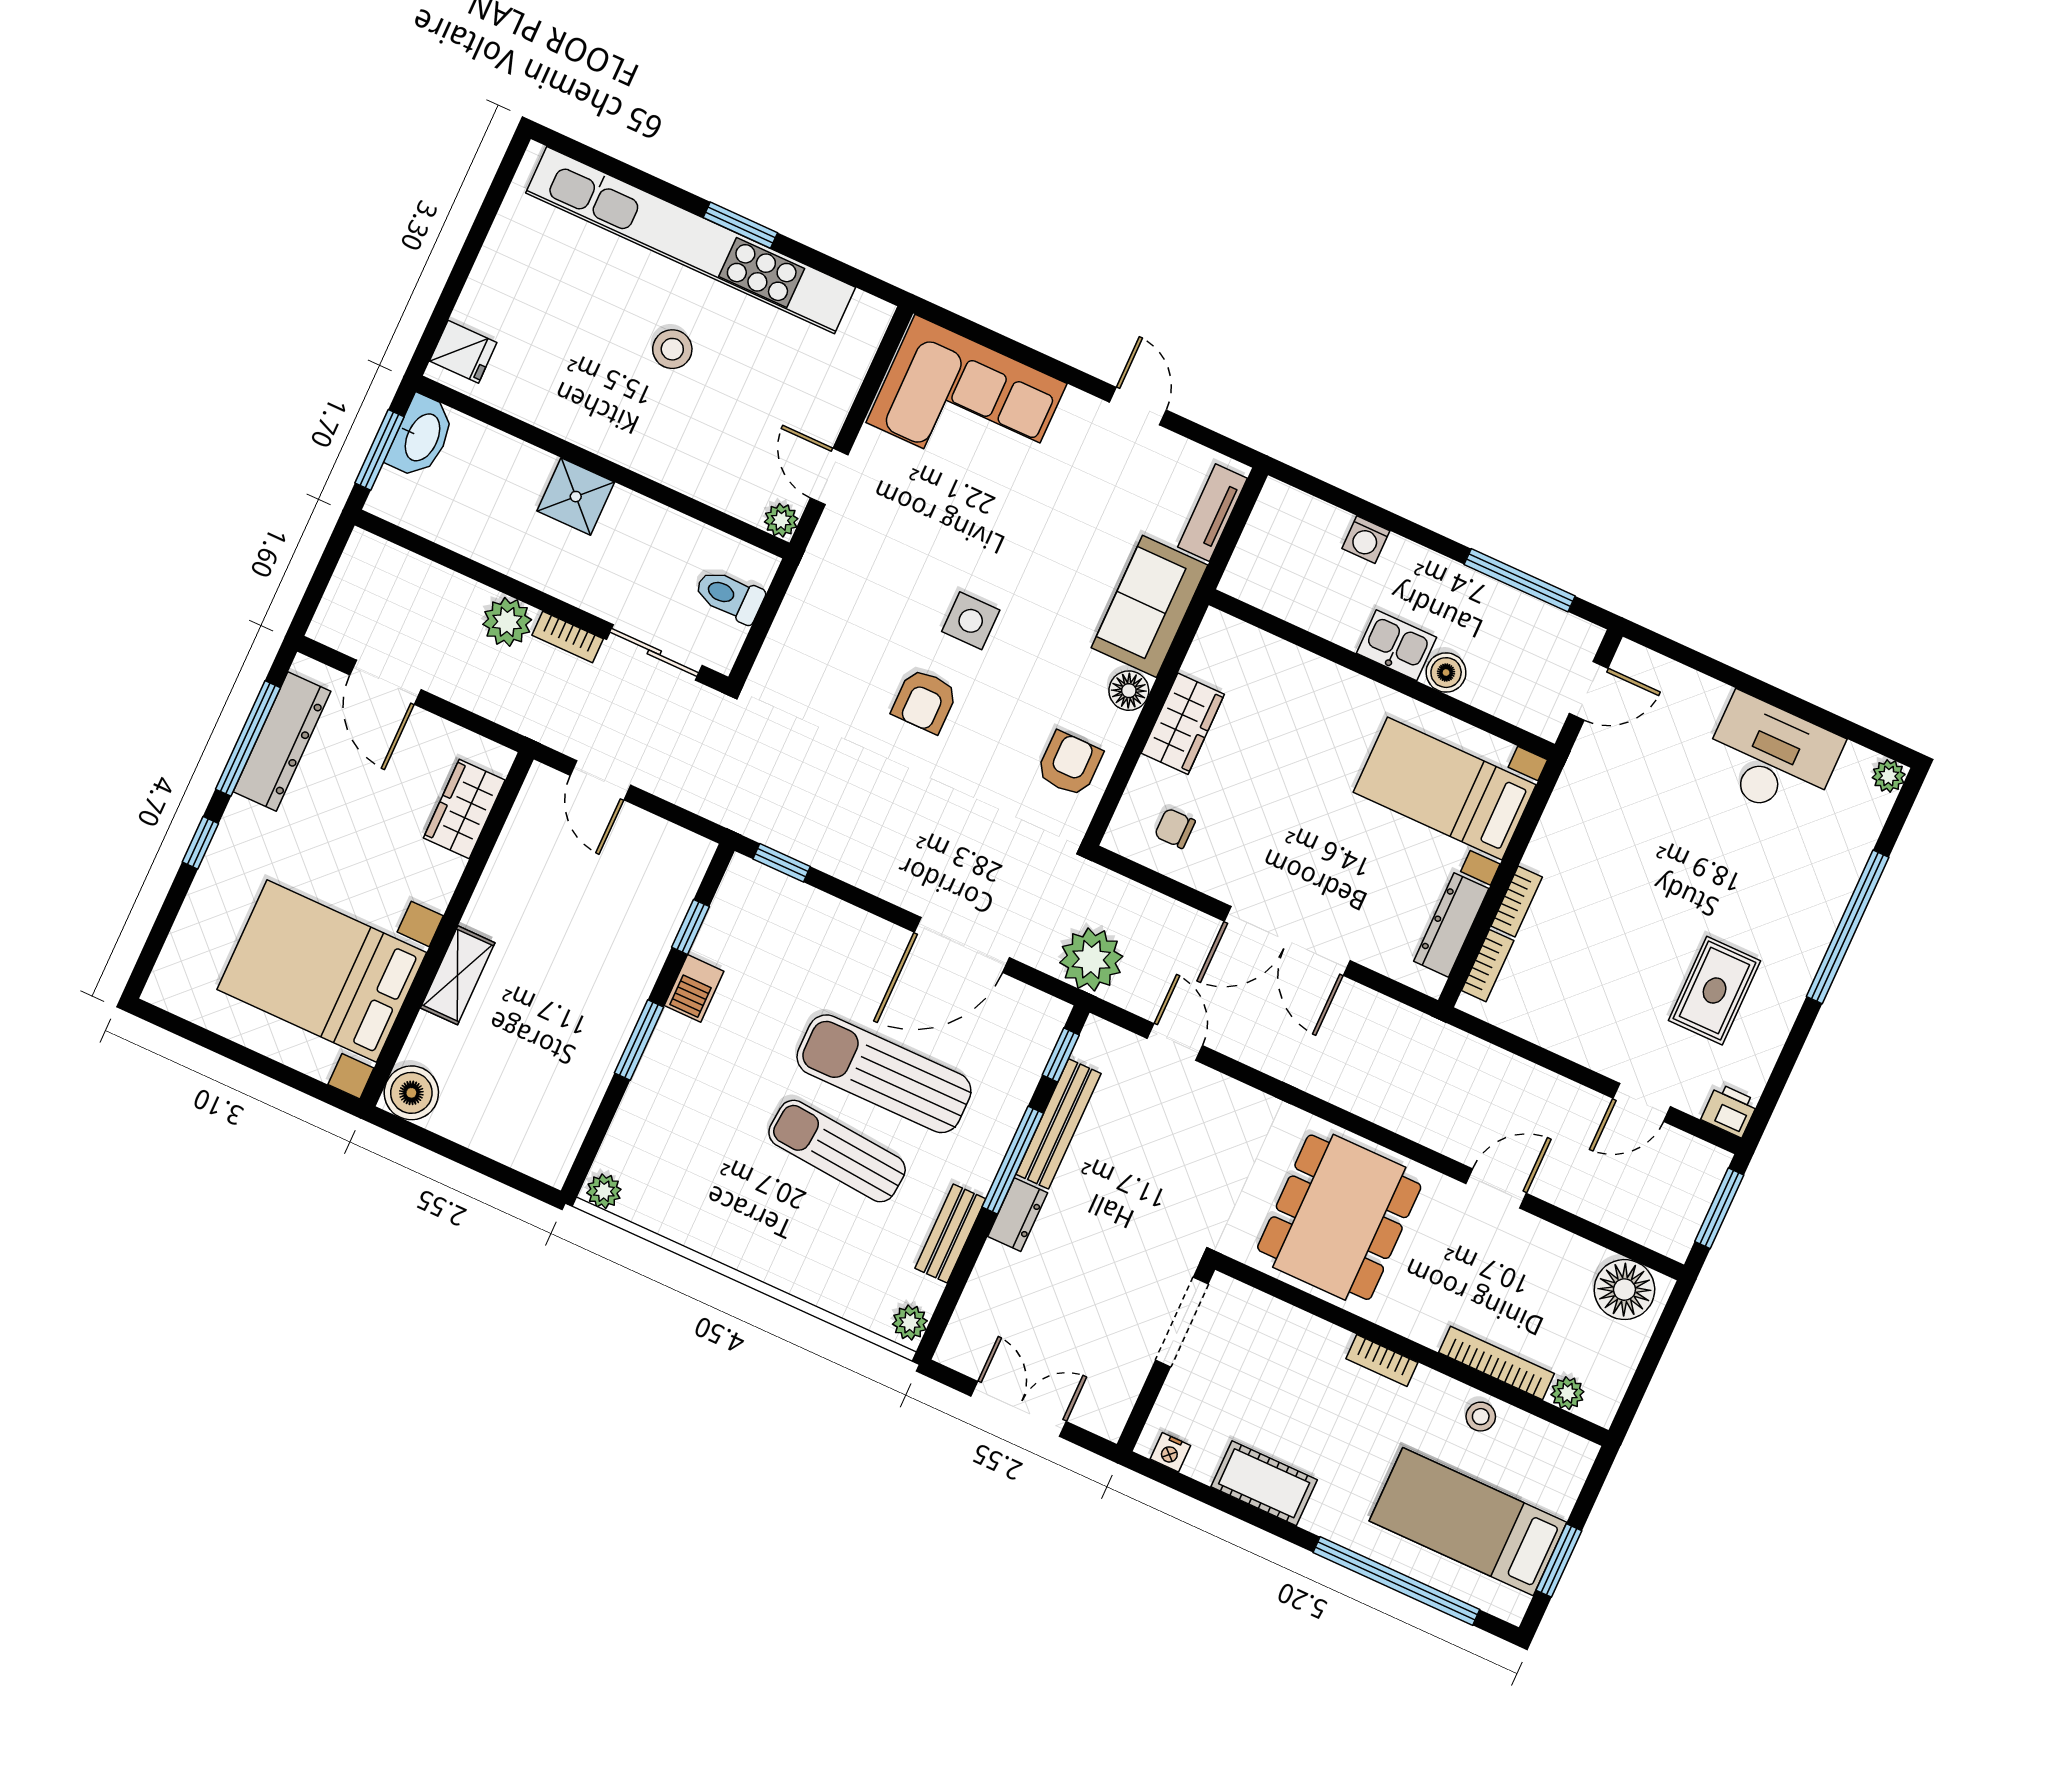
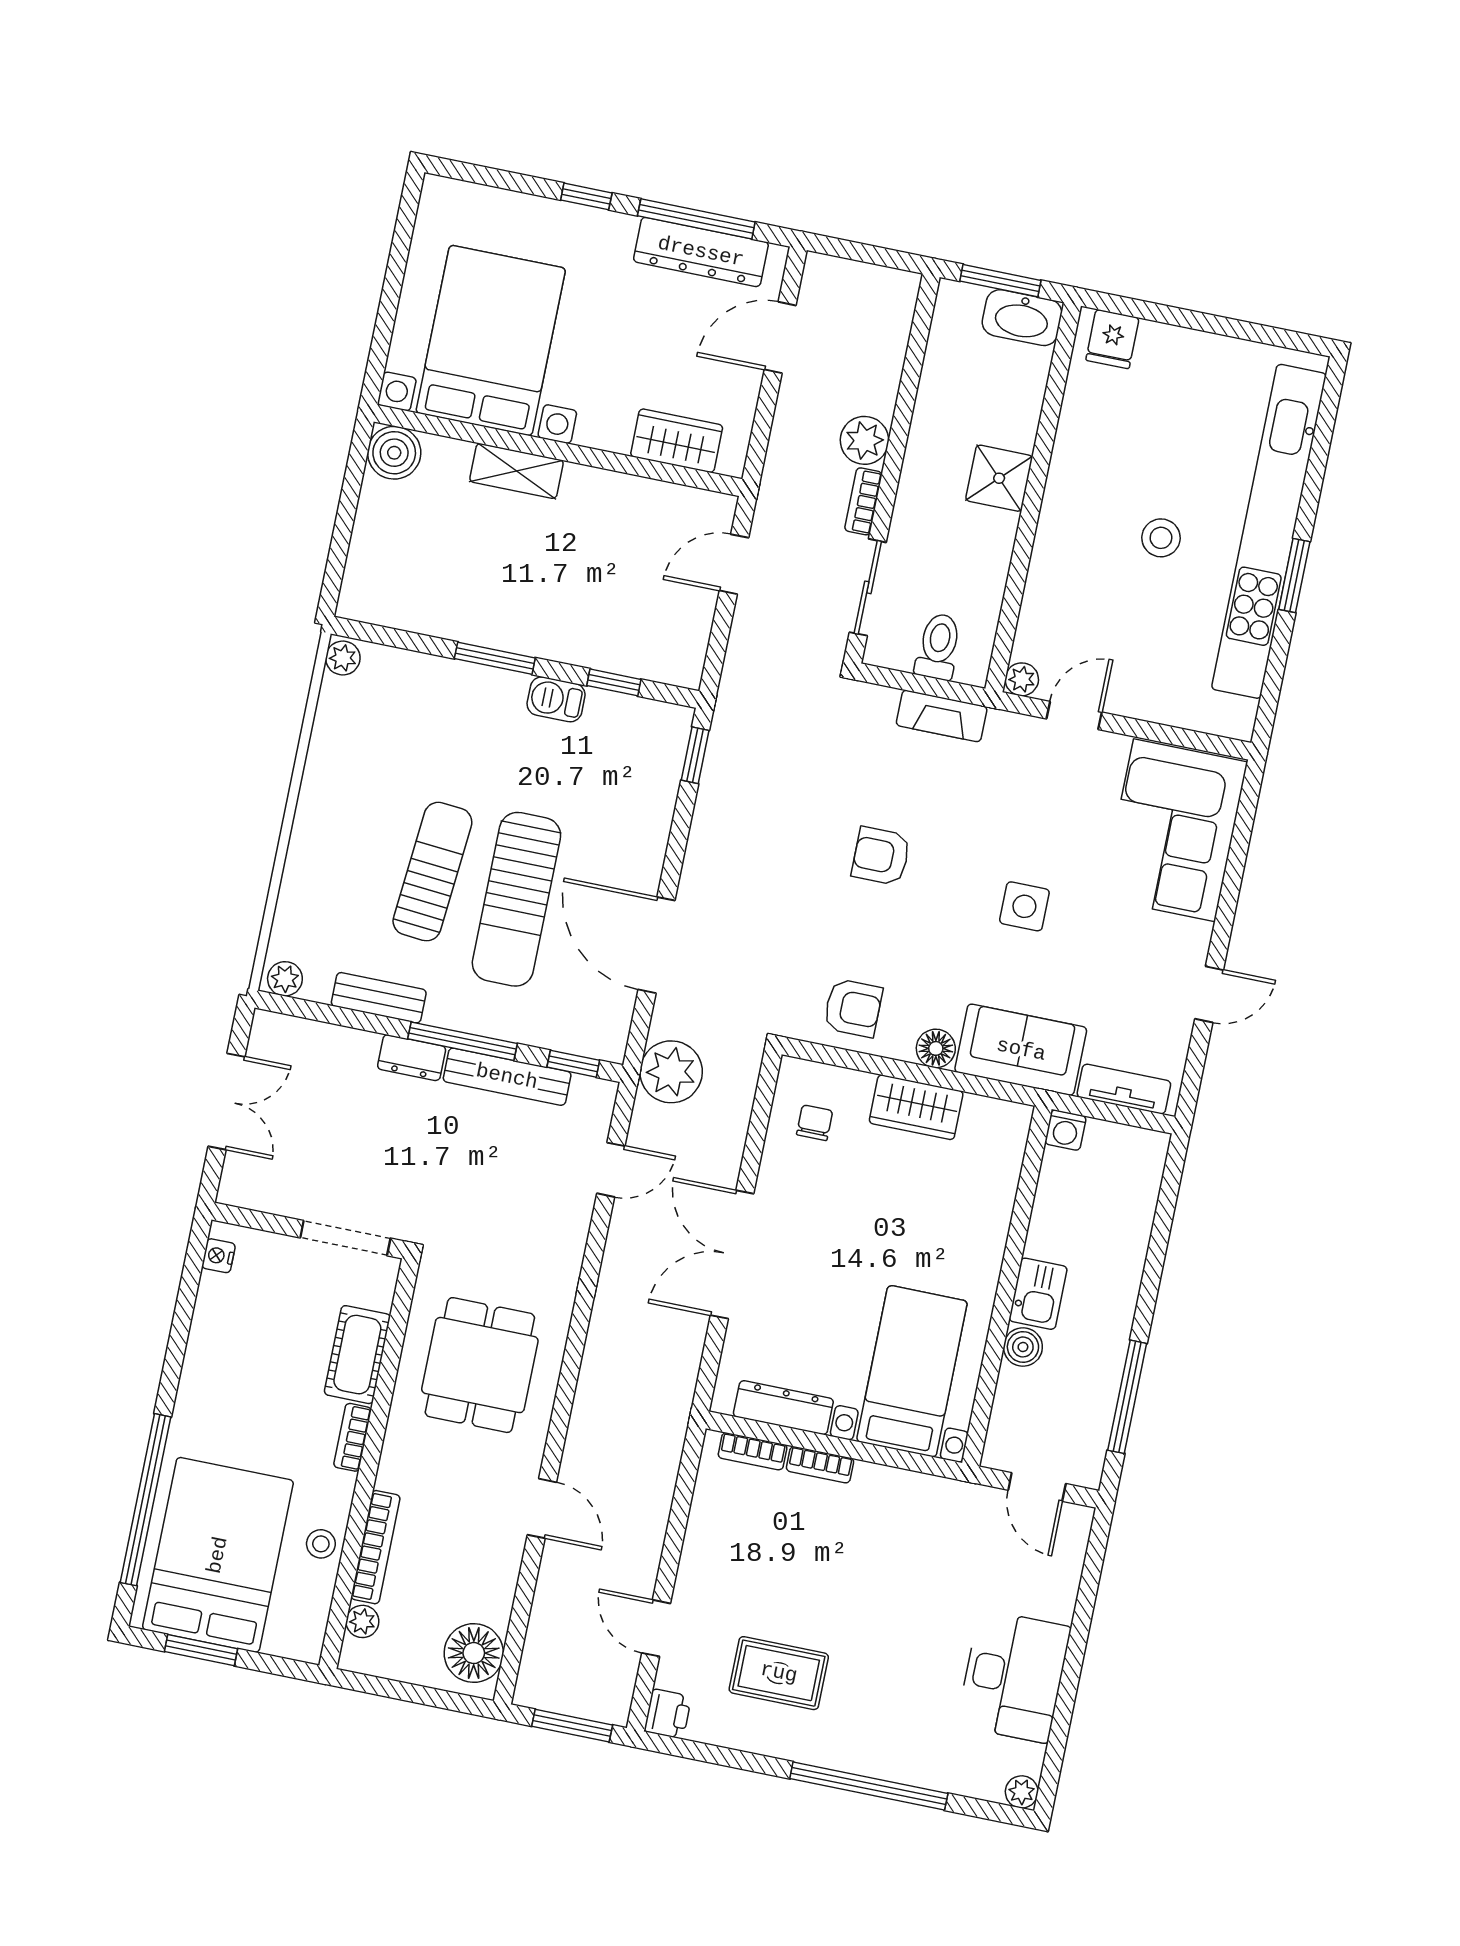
washing machine: (1366, 540) -> (1065, 1130), moved, turned -90
fireplace: (799, 608) -> (942, 716), added
side table: (971, 621) -> (1024, 906), moved
sun lounger: (884, 1074) -> (516, 899), turned 180
dining table: (1339, 1217) -> (480, 1365), width x0.73
cot: (1264, 1483) -> (357, 1355), moved
bed: (1468, 1522) -> (218, 1555), width x1.50

